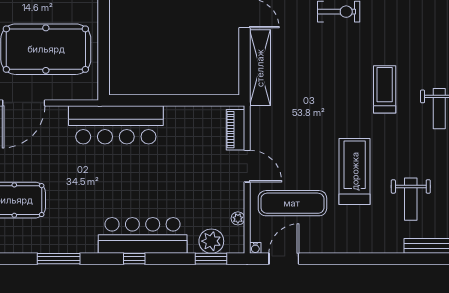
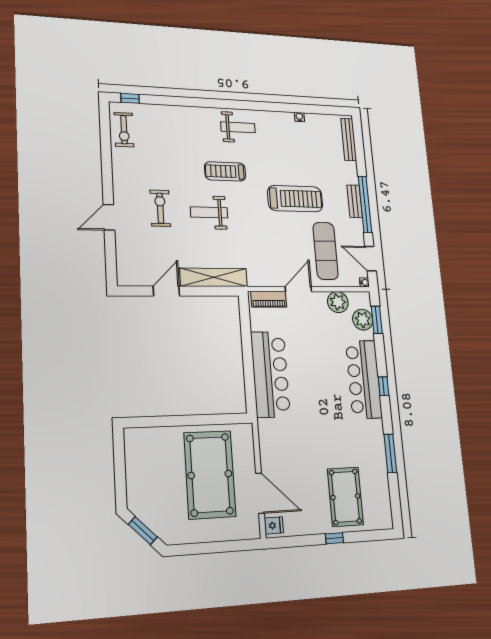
bar counter: (116, 125) -> (270, 374), moved
treadmill: (355, 171) -> (295, 199), turned 180
weight bench: (411, 199) -> (209, 212), moved, turned 180
plant: (238, 218) -> (338, 302), width x1.88, depth x1.88
bench: (354, 246) -> (355, 201), added
window: (350, 259) -> (365, 204), added

